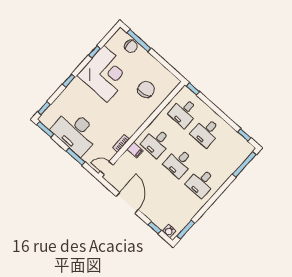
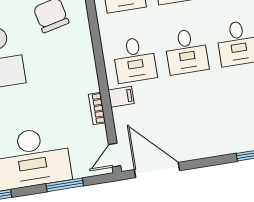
door: (127, 203) -> (157, 170), moved

